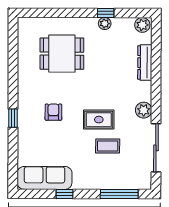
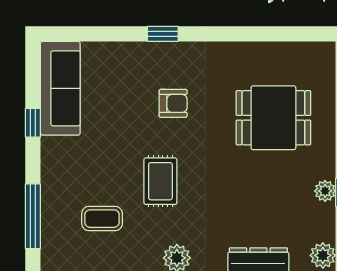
dining table: (62, 54) -> (273, 118), turned 90
coffee table: (108, 146) -> (102, 219), moved, turned 90

